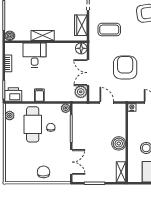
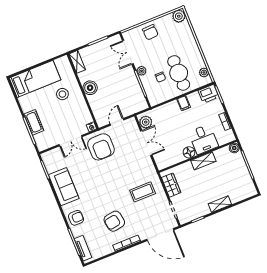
floor lamp: (81, 48) -> (189, 152), moved
armchair: (125, 68) -> (101, 147), moved
door: (107, 103) -> (117, 122), swing flipped
plant: (66, 108) -> (142, 71), moved
plant: (12, 176) -> (179, 16), added

